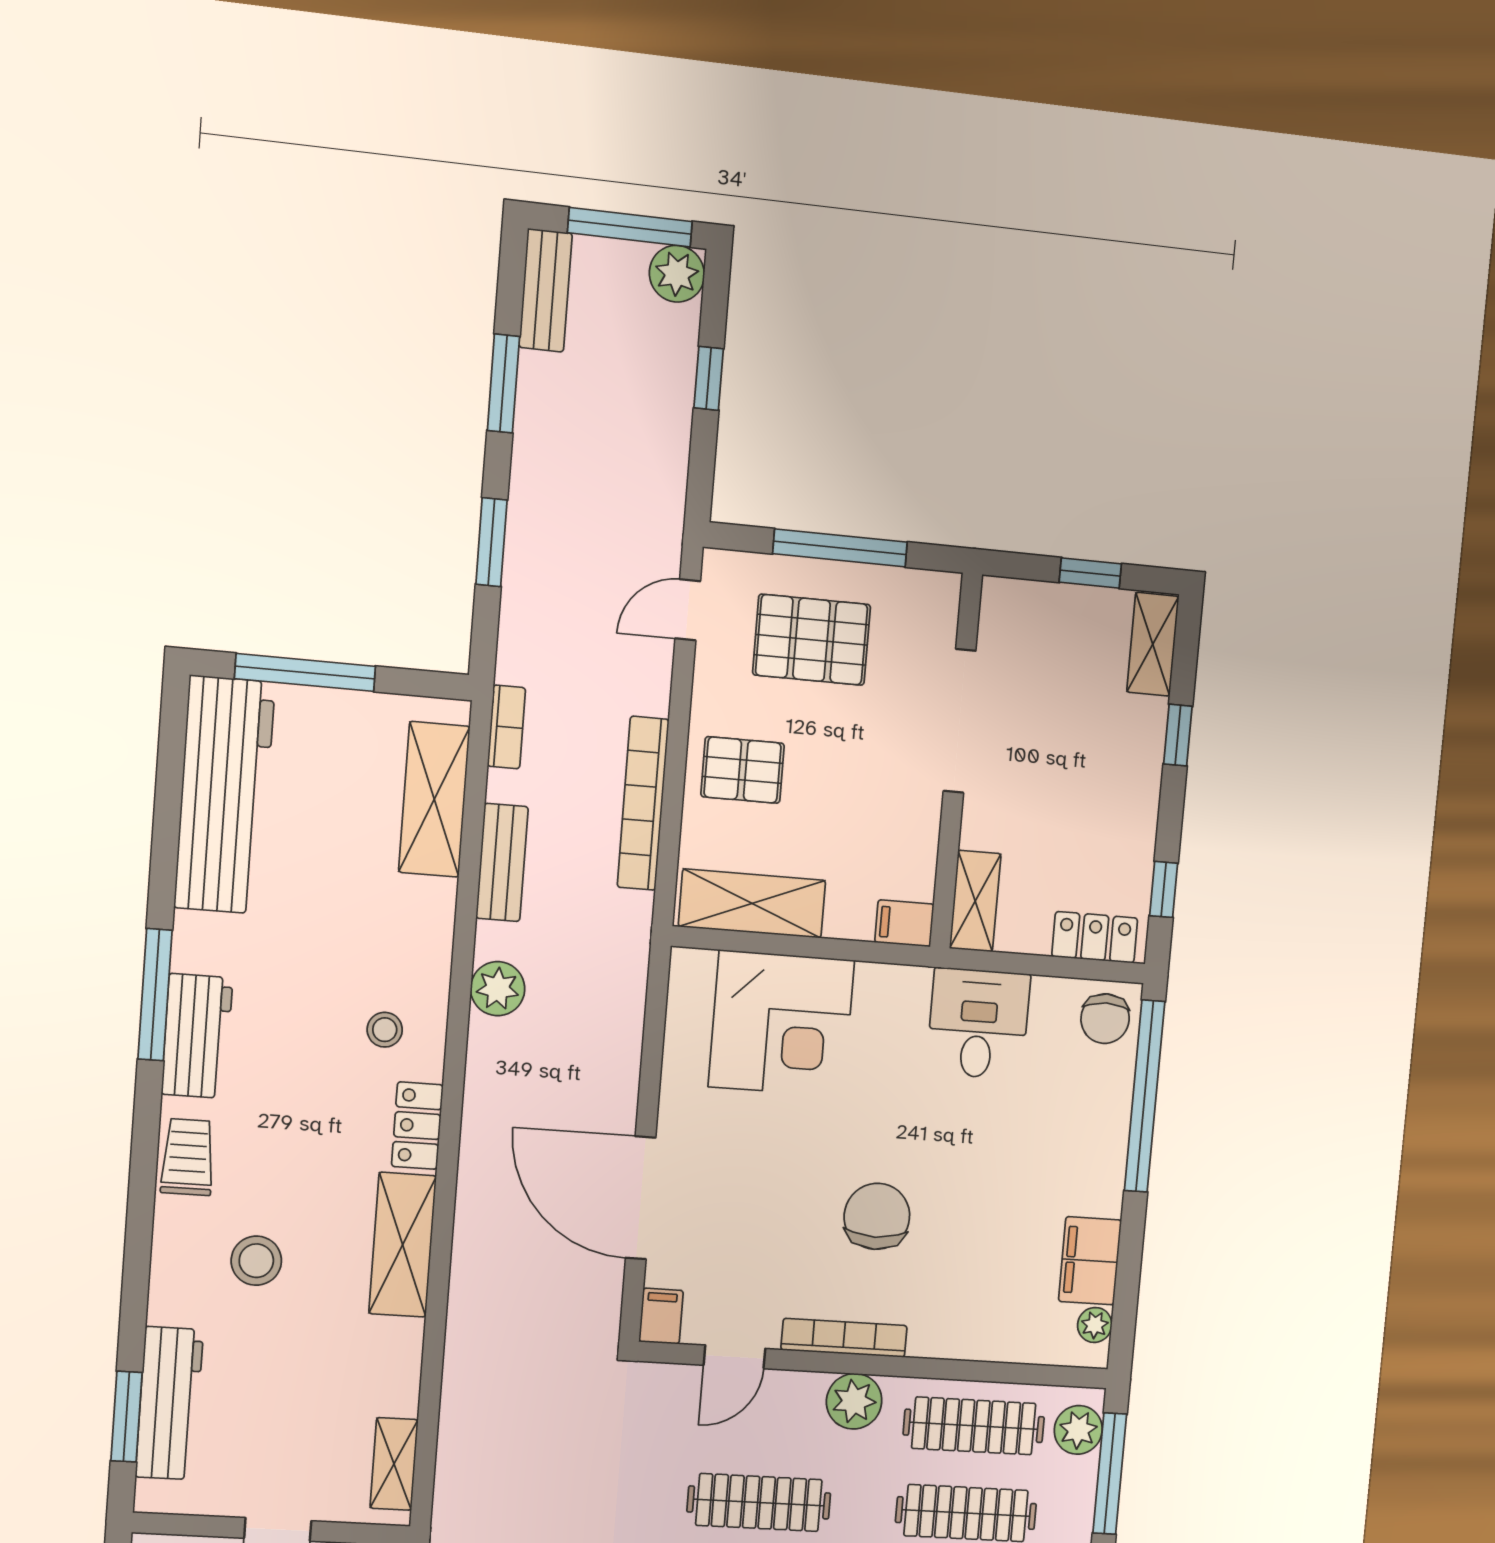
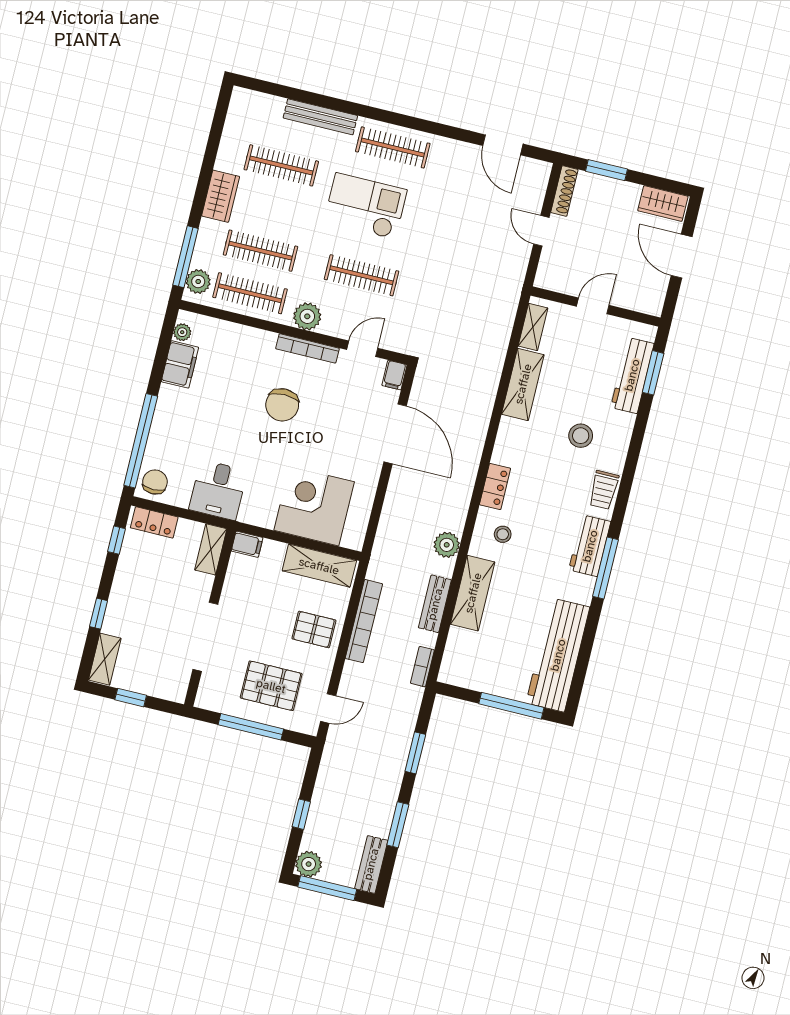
shelving: (434, 799) -> (473, 593), moved
shelving: (403, 1245) -> (523, 384), moved

